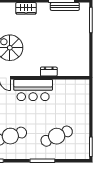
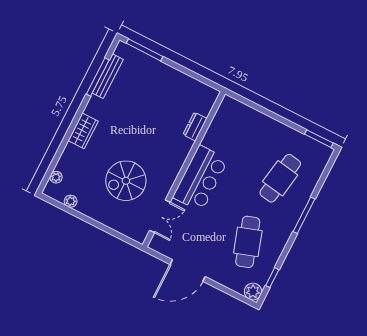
dresser: (49, 72) -> (195, 127), moved
cafe table: (57, 136) -> (280, 178), turned 33

